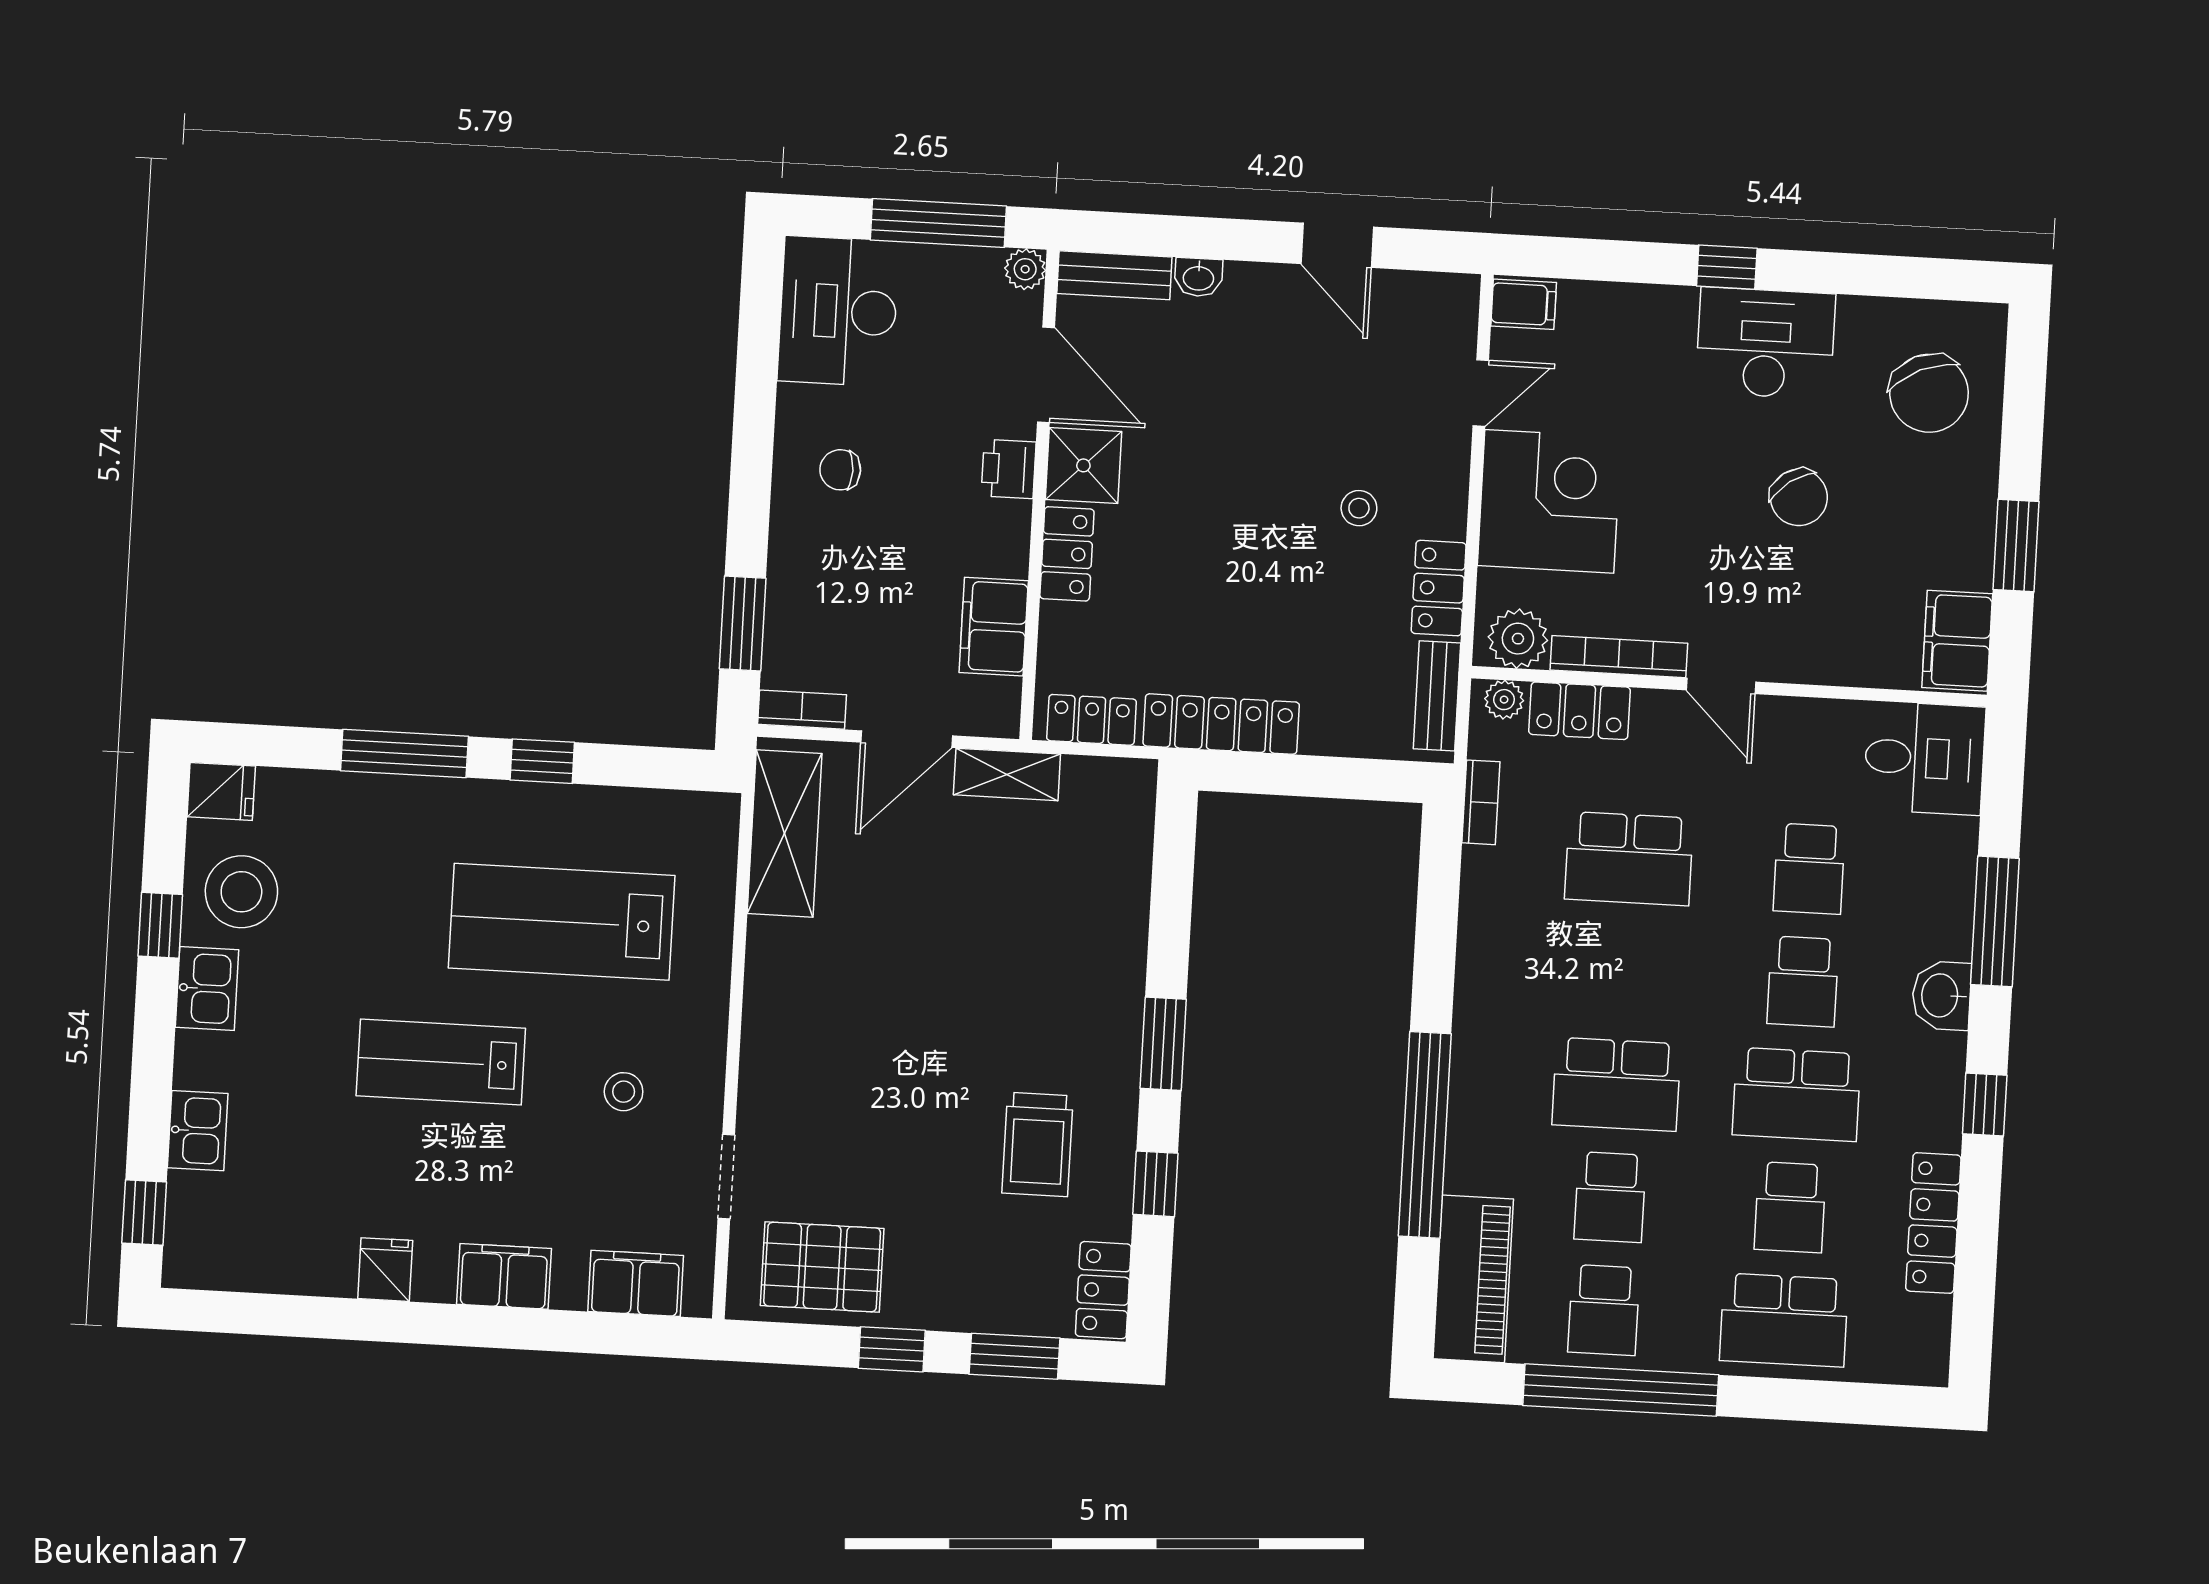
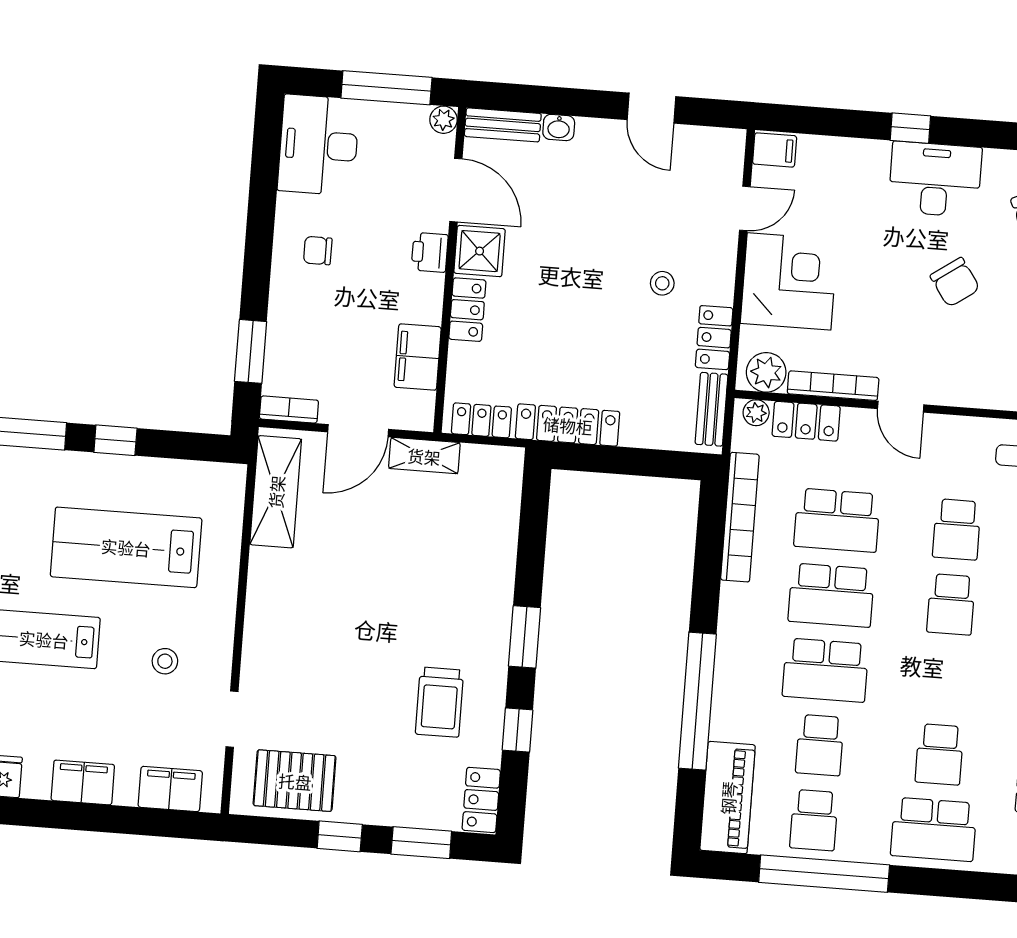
bookcase: (1481, 802) -> (740, 517), width x2.31, depth x1.31
school desk: (1797, 1094) -> (831, 595), moved

